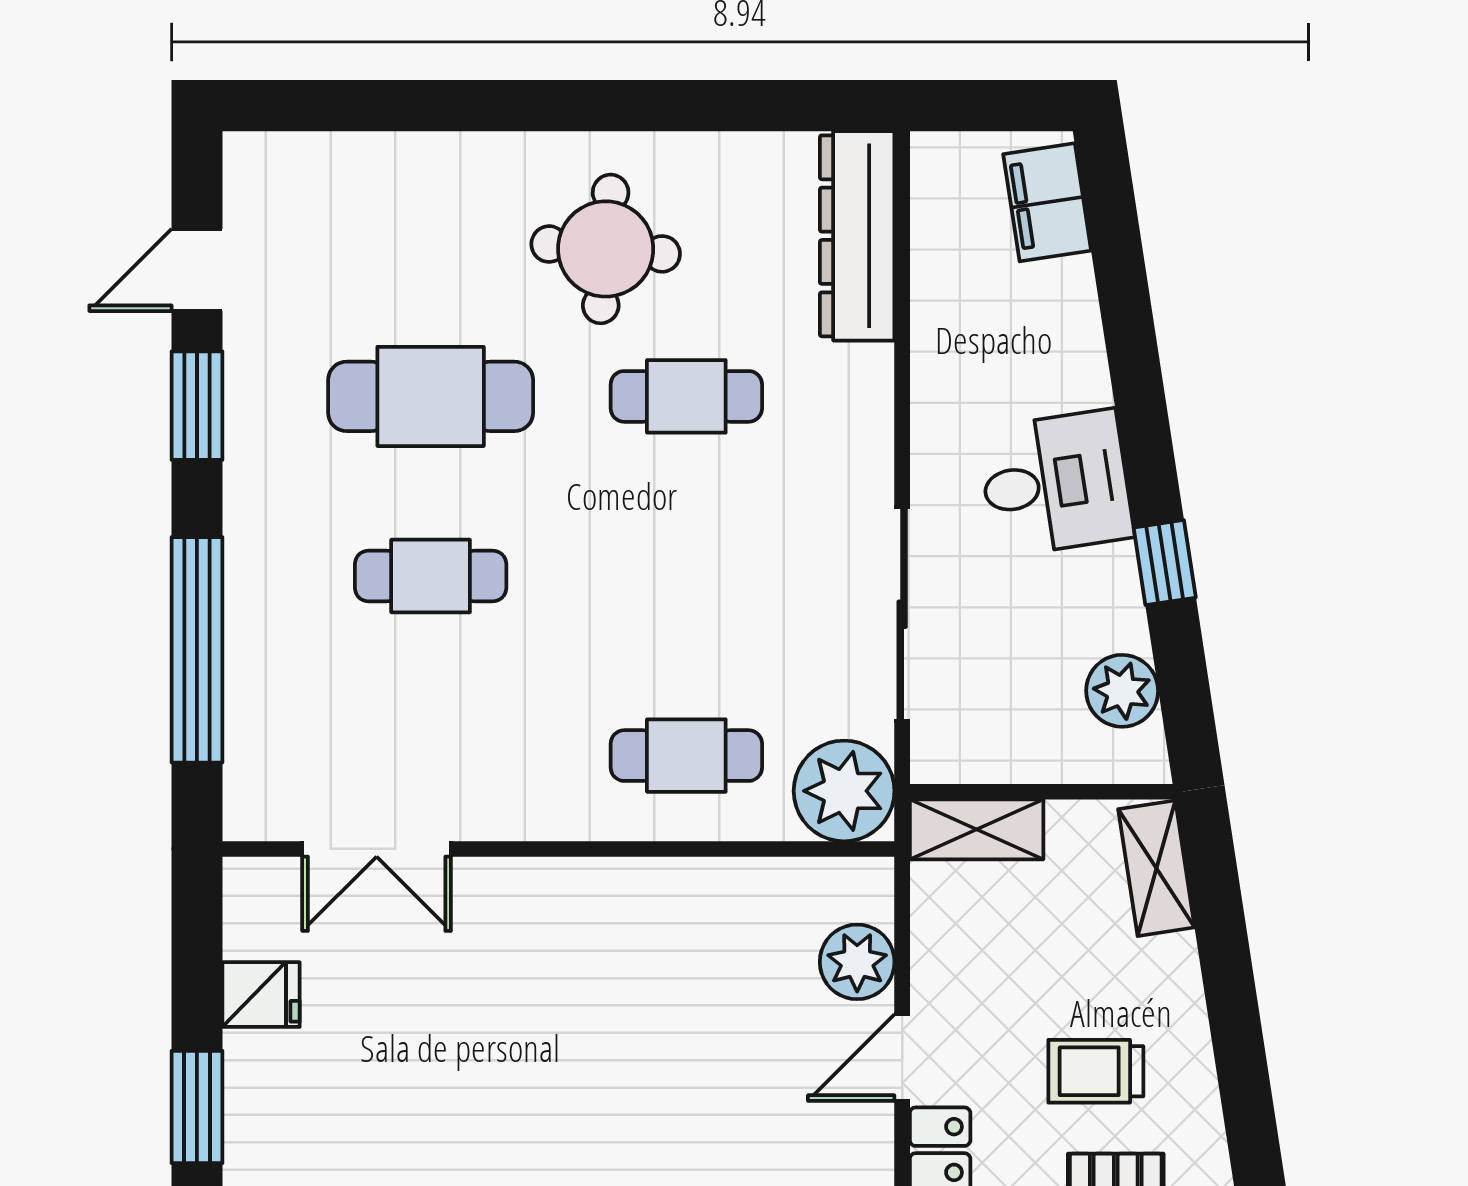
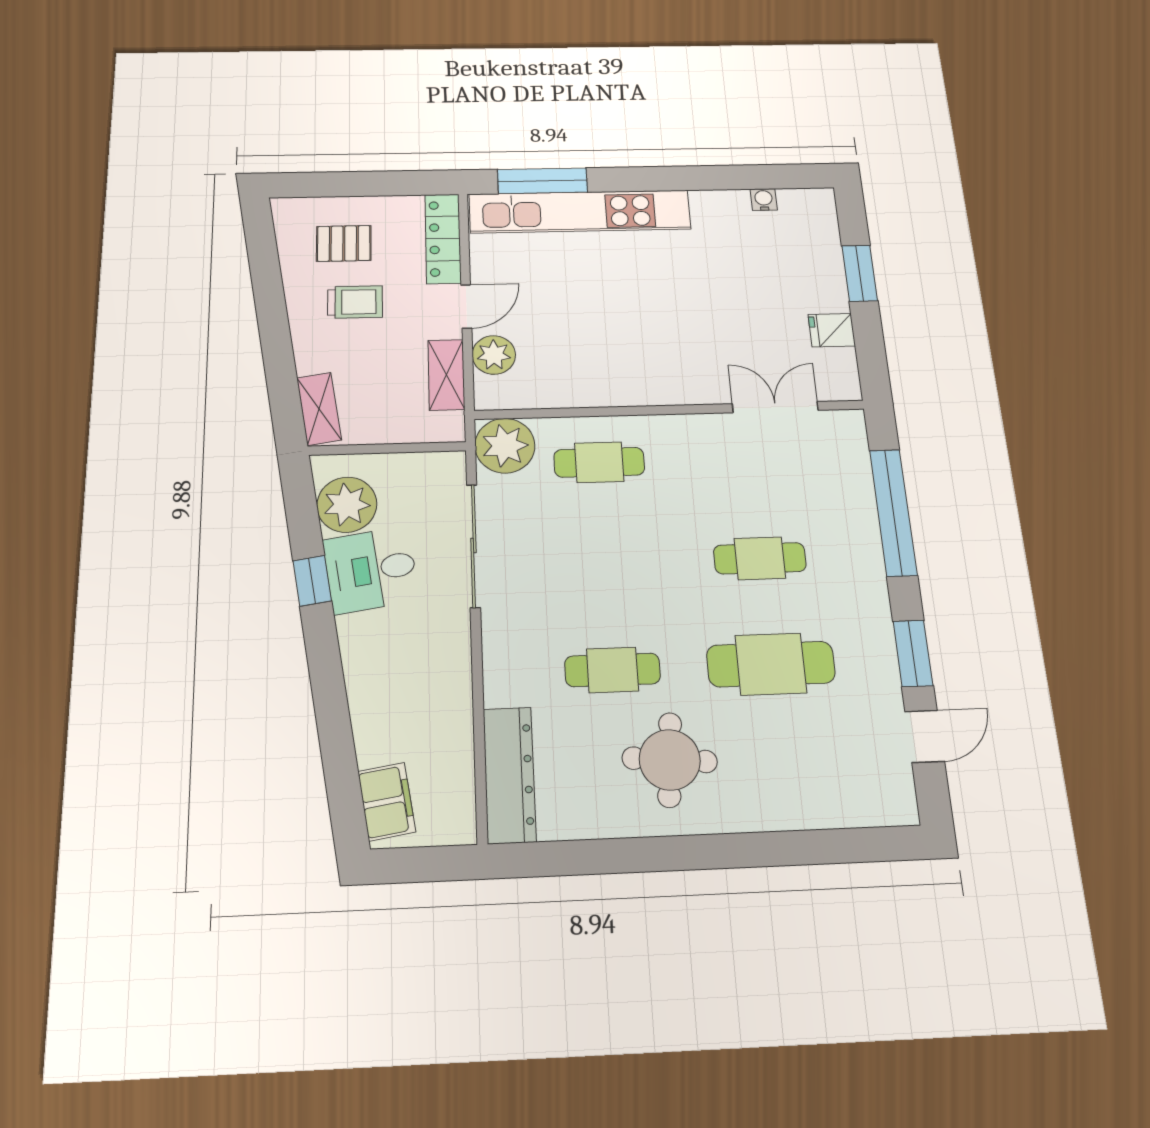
desk: (1055, 483) -> (371, 570), moved
plant: (1122, 691) -> (347, 505), width x1.36, depth x1.36
shelving: (977, 829) -> (446, 375), moved, turned 90

